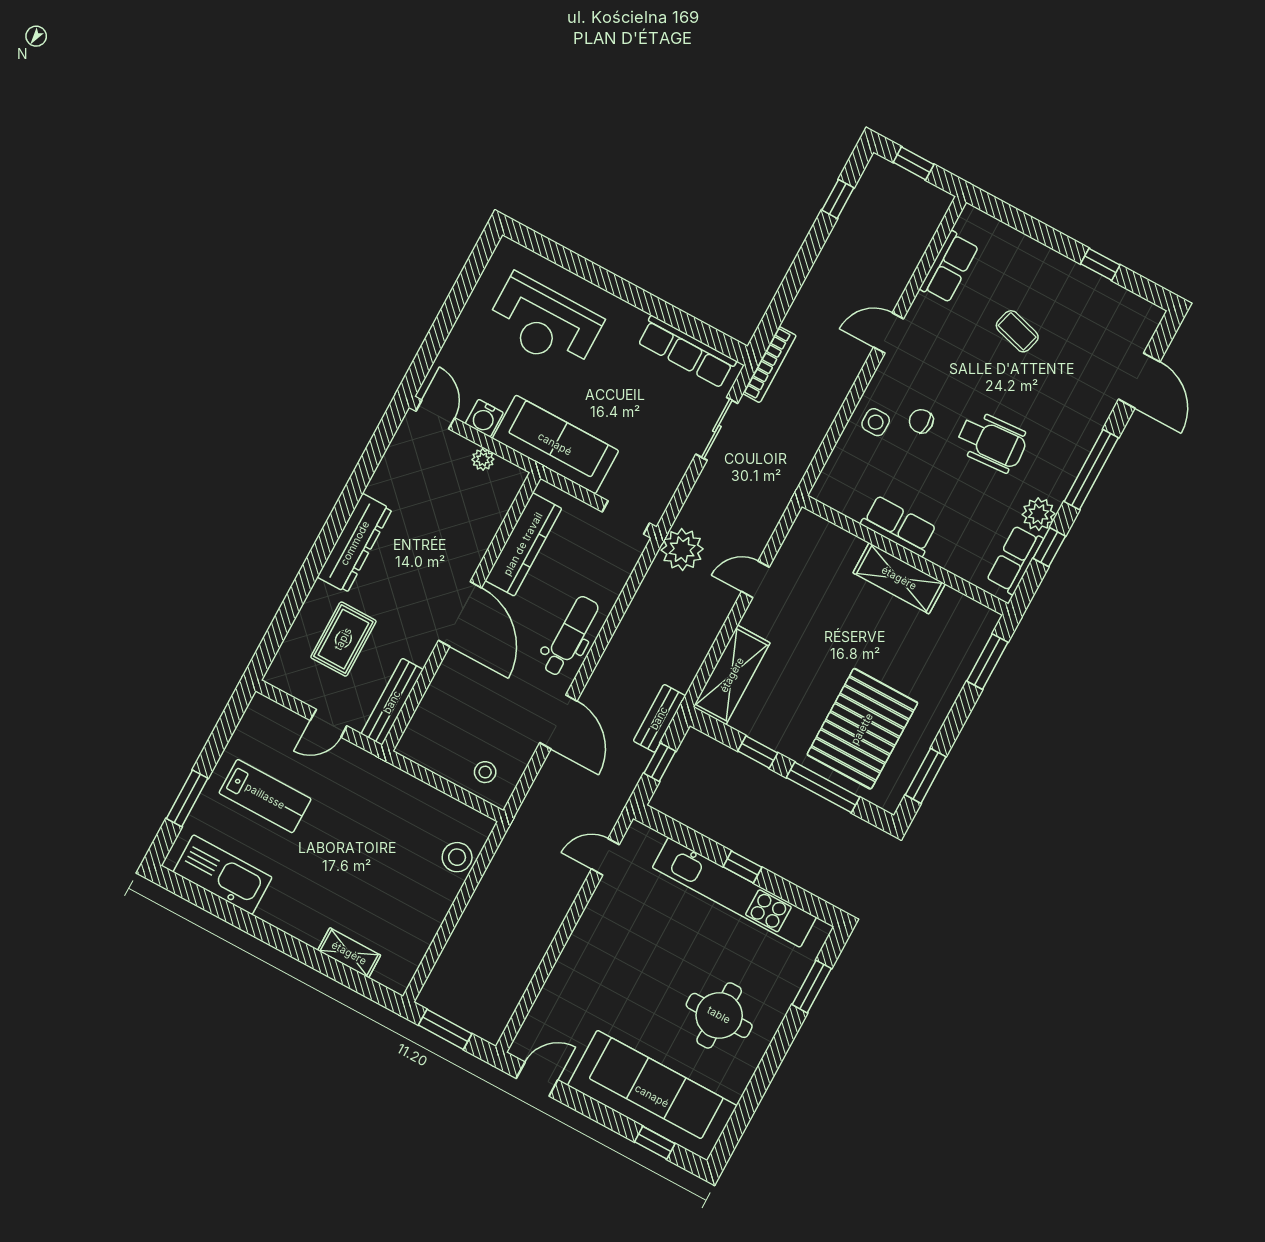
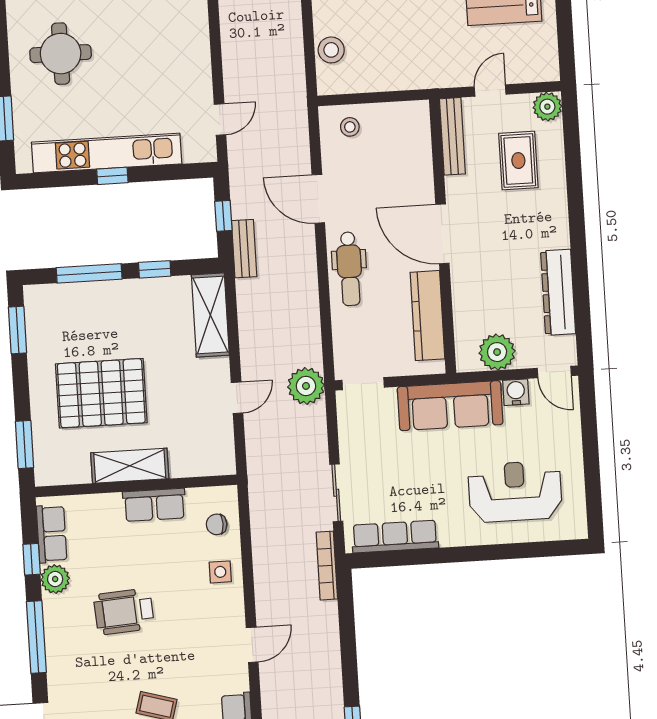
chair: (921, 421) -> (217, 524), moved, turned 180
plant: (483, 459) -> (497, 352), width x1.88, depth x1.88
dresser: (355, 543) -> (558, 292), moved
plant: (283, 673) -> (547, 107), added
pallet: (862, 729) -> (101, 393), moved, turned 90

